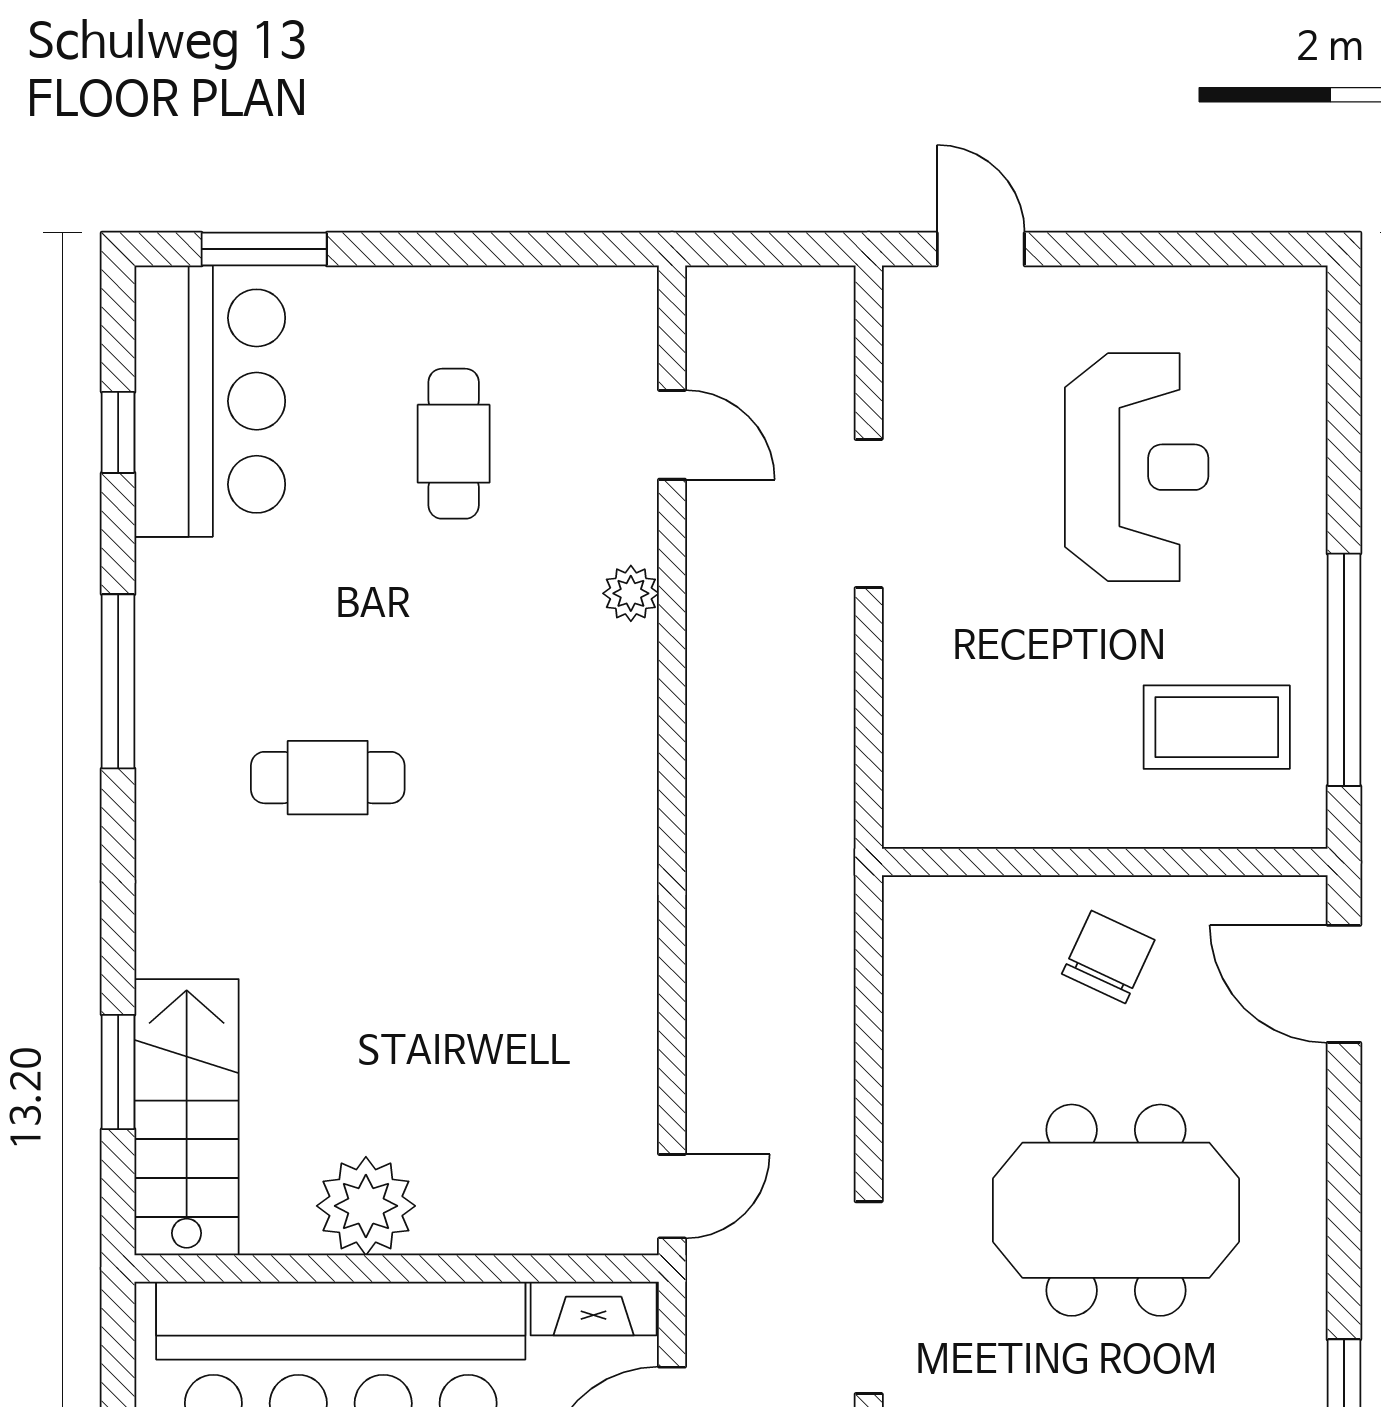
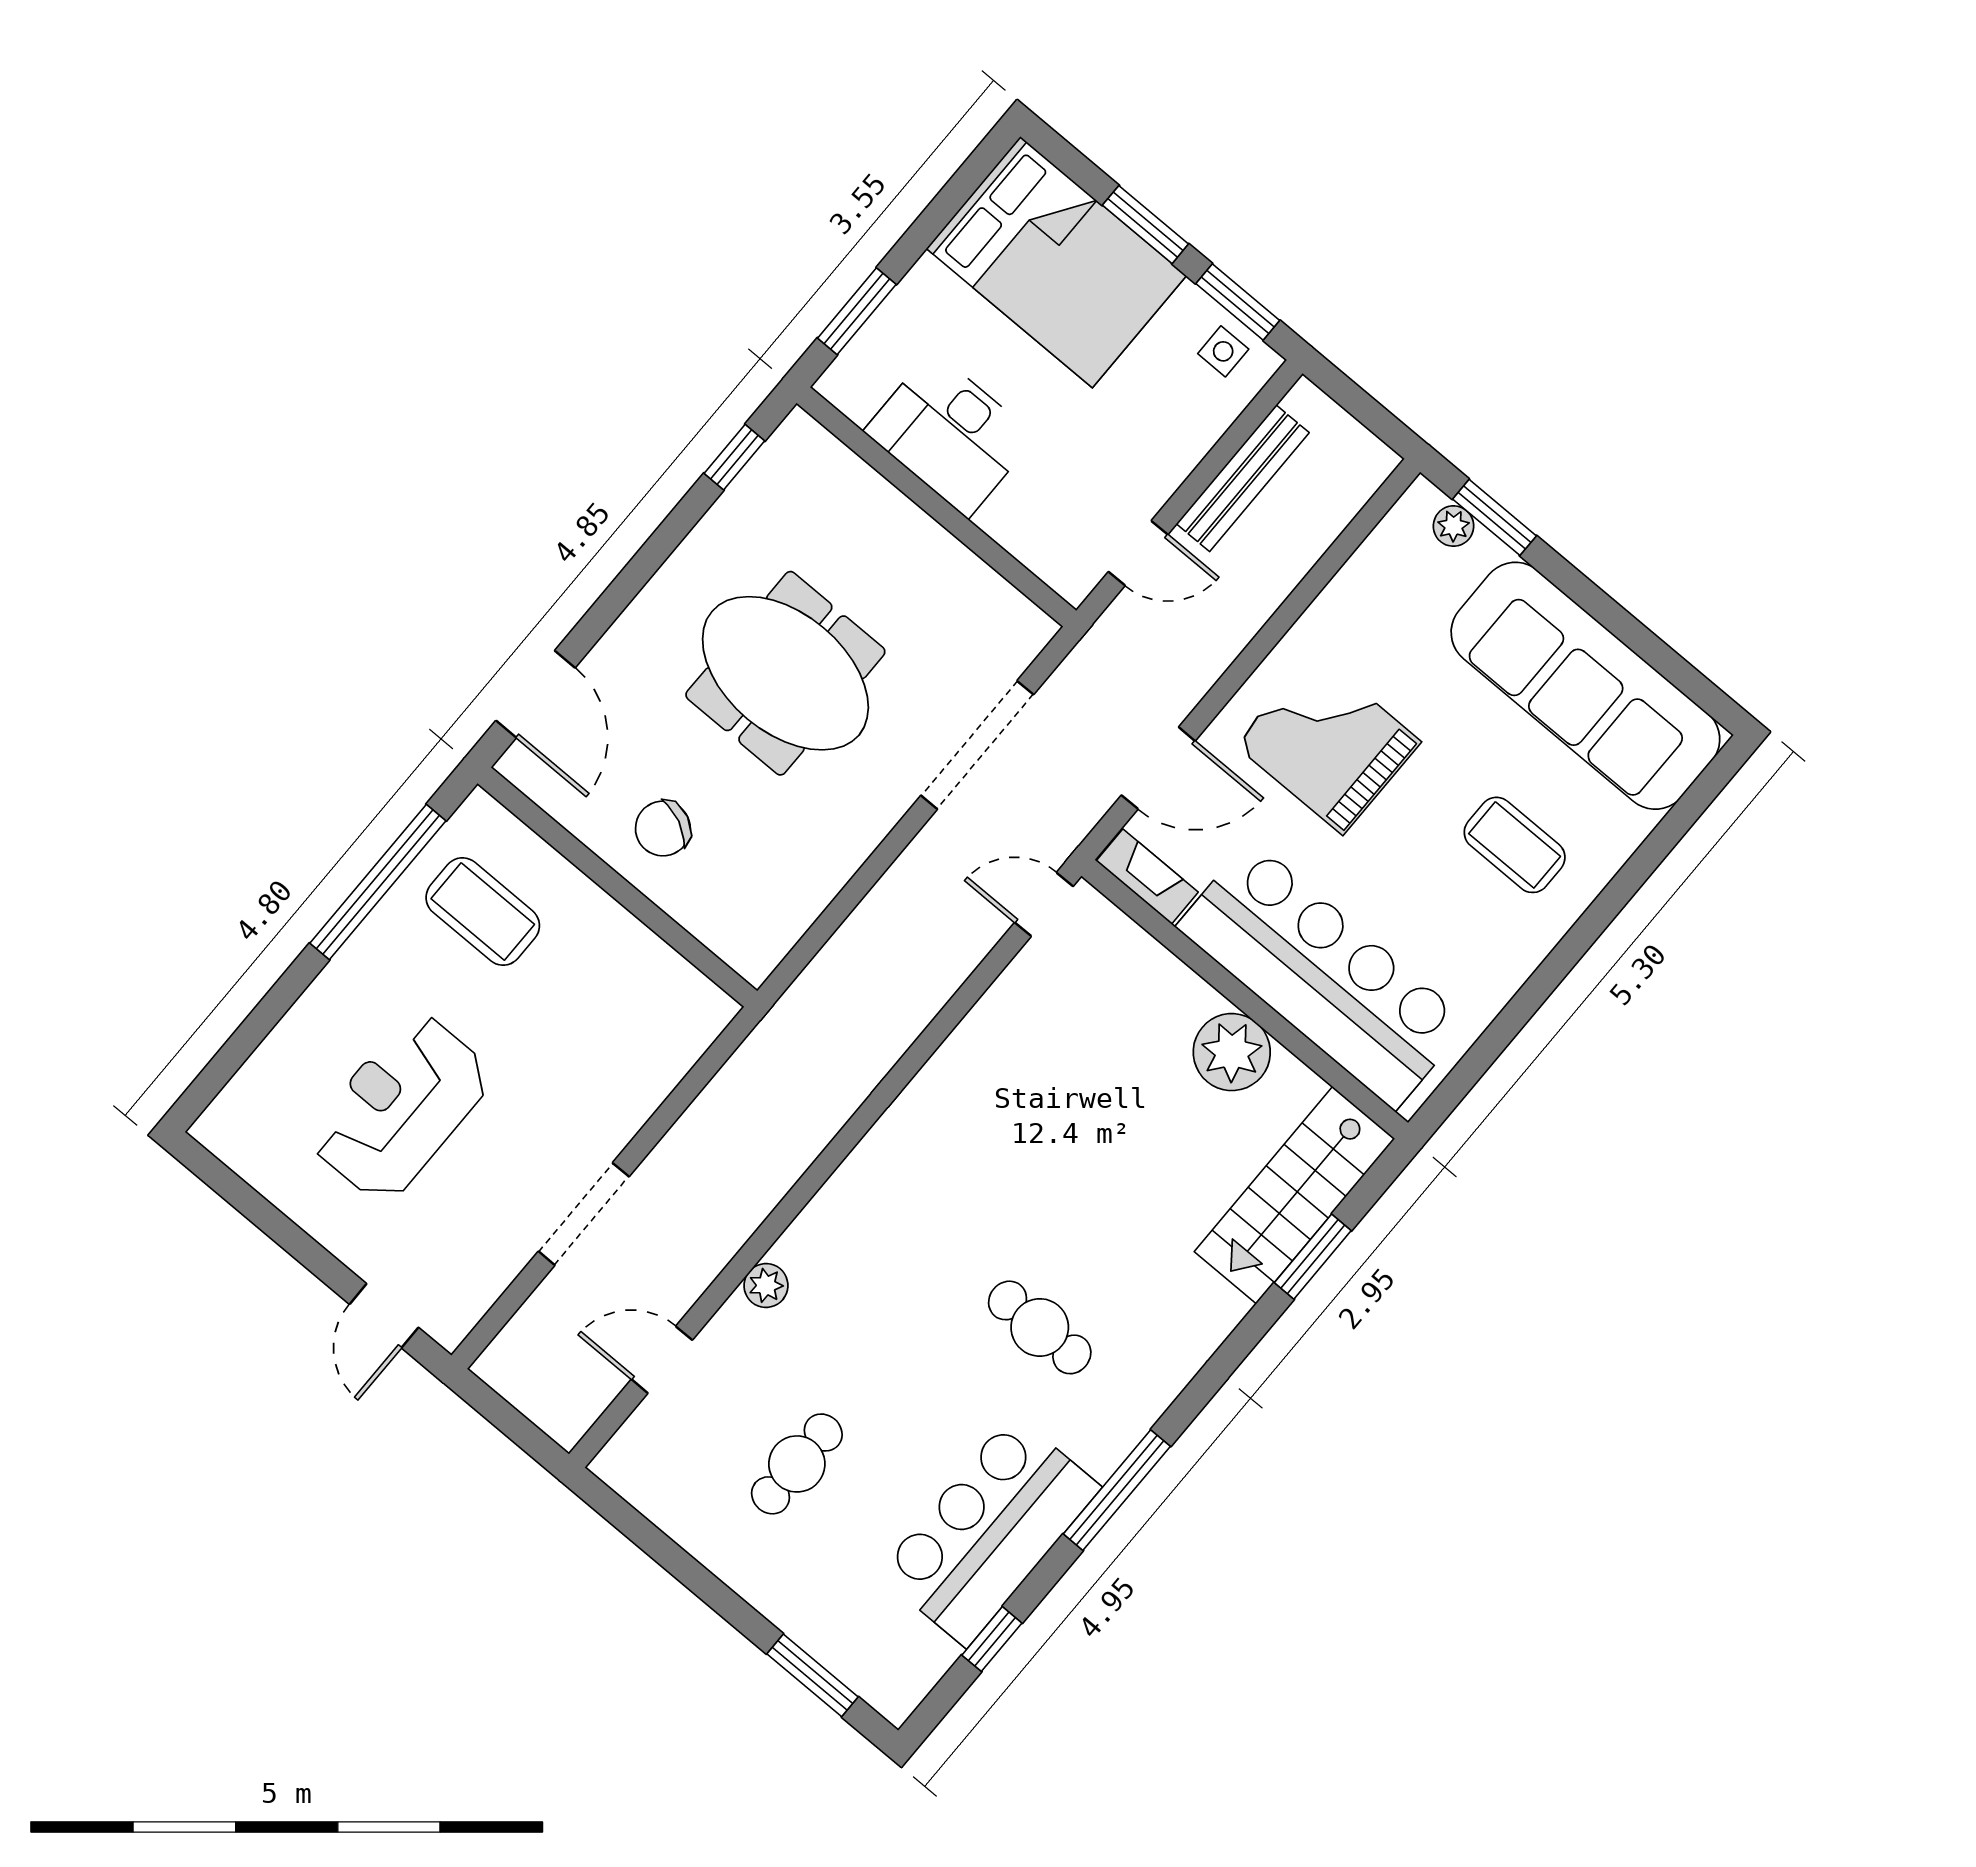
bar counter: (210, 401) -> (990, 1530), moved
door: (672, 435) -> (662, 1360), hinge flipped

